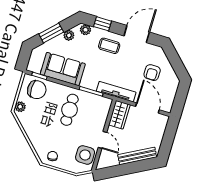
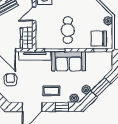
sofa: (63, 69) -> (69, 61), moved
door: (102, 140) -> (34, 14), hinge flipped

